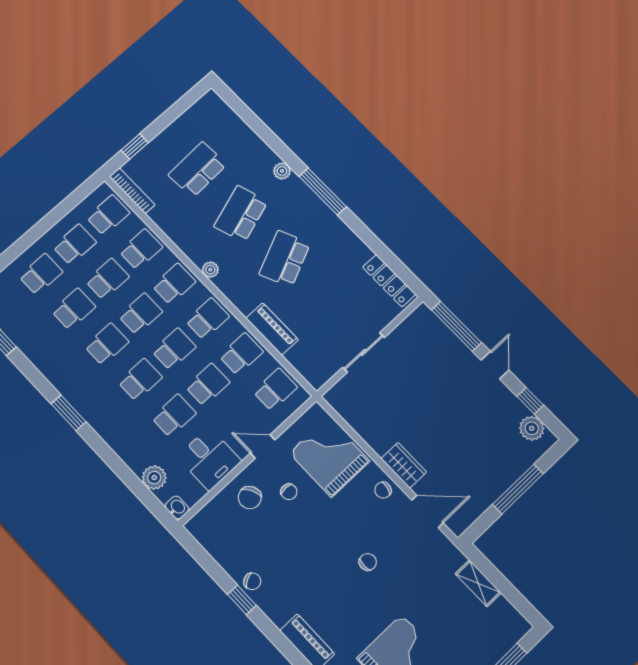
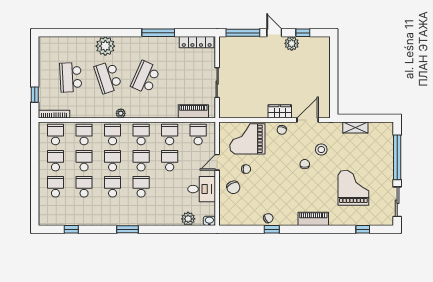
plant: (282, 171) -> (105, 46), width x1.88, depth x1.88
window: (323, 191) -> (158, 33), moved
school desk: (285, 259) -> (146, 77), turned 48
piano: (272, 329) -> (193, 111), moved
school desk: (174, 416) -> (170, 187), removed
plant: (532, 428) -> (292, 43), moved
window: (518, 489) -> (334, 74), removed
stool: (407, 566) -> (321, 150), added

